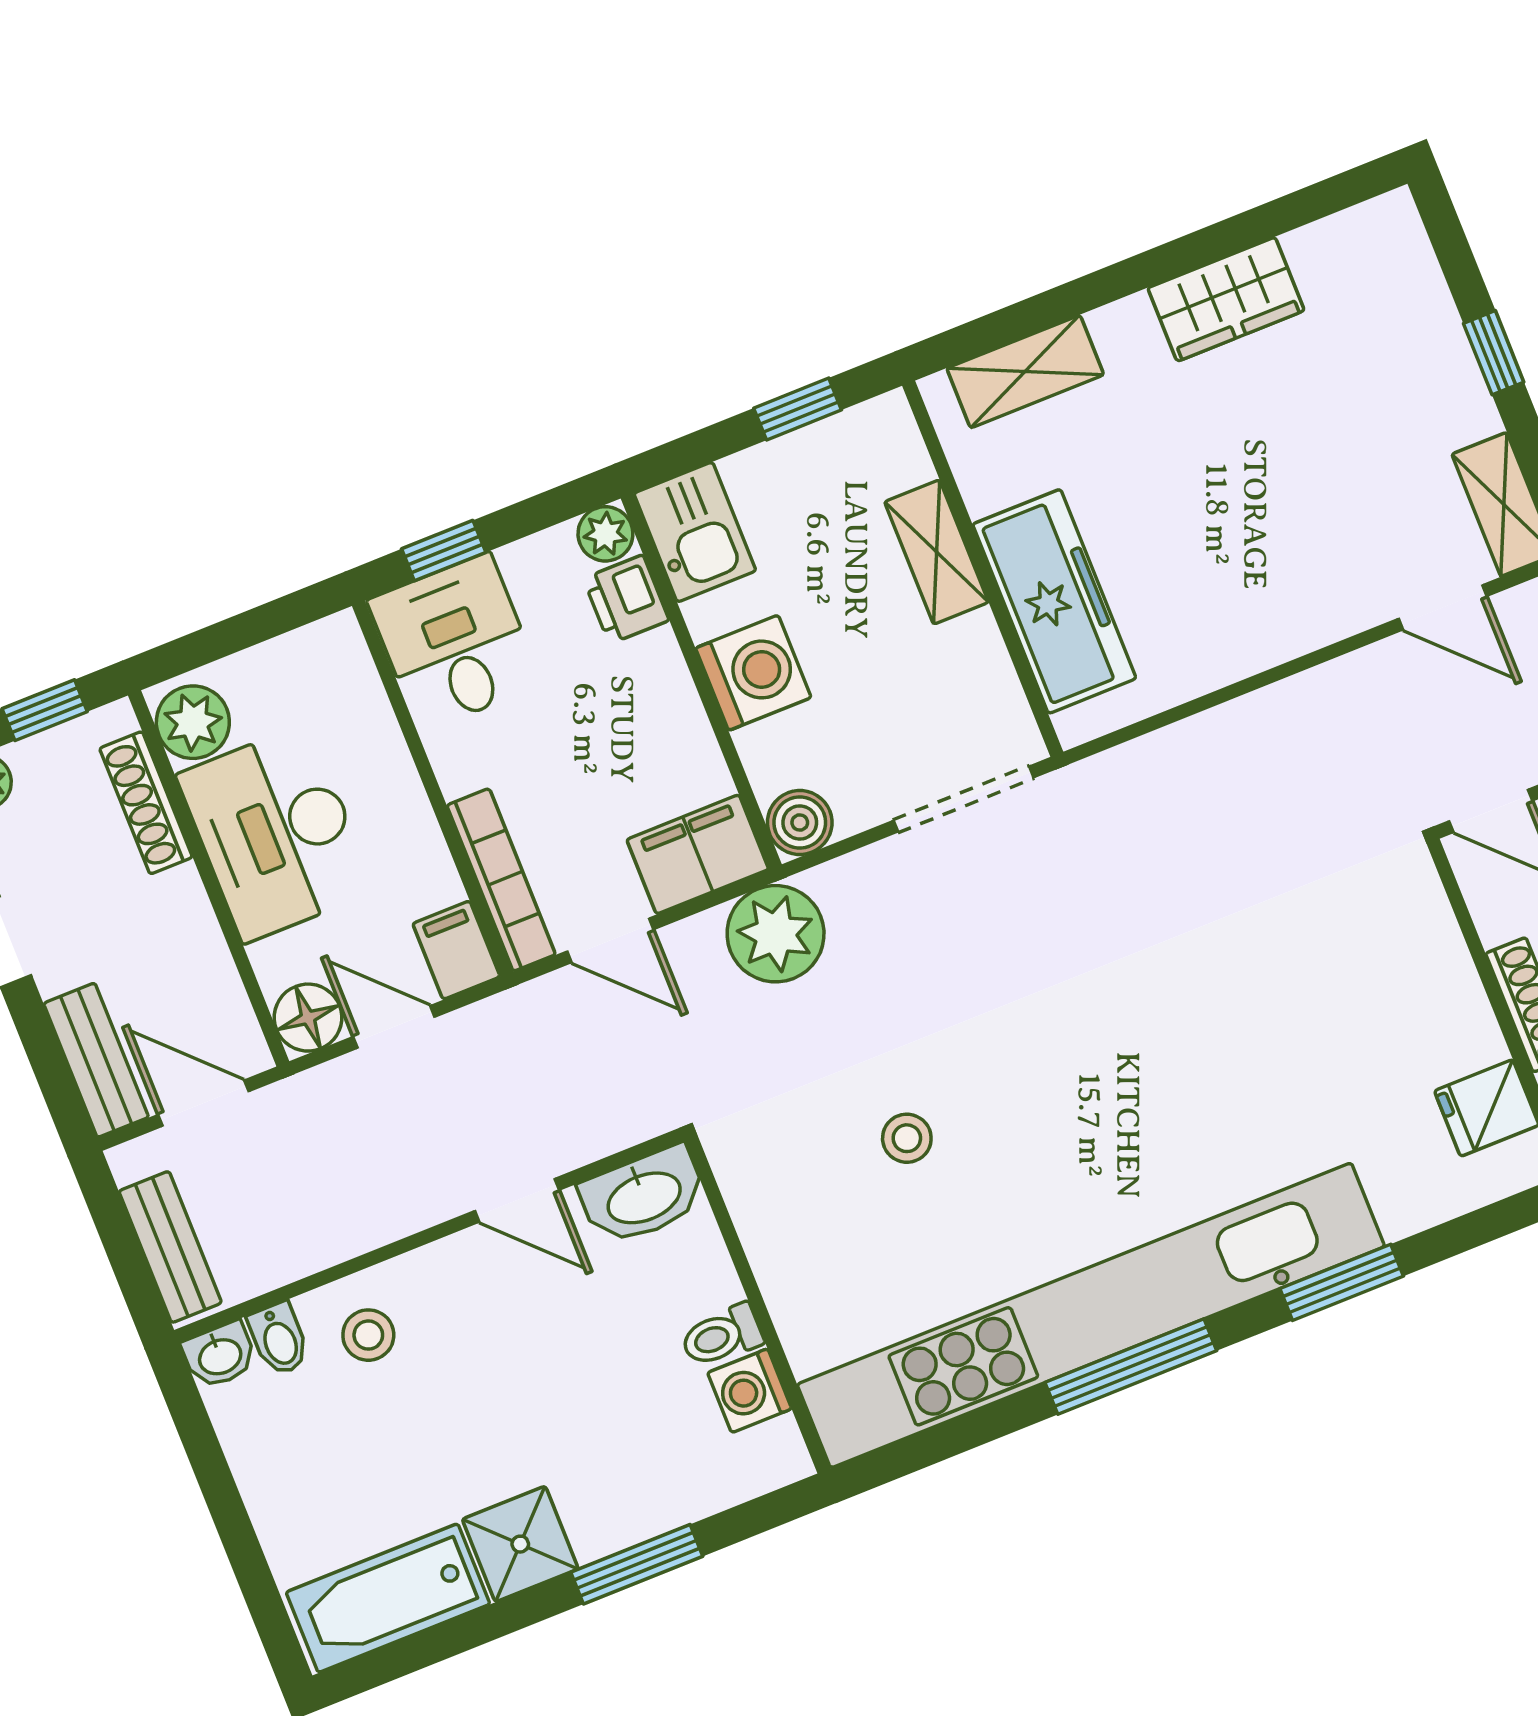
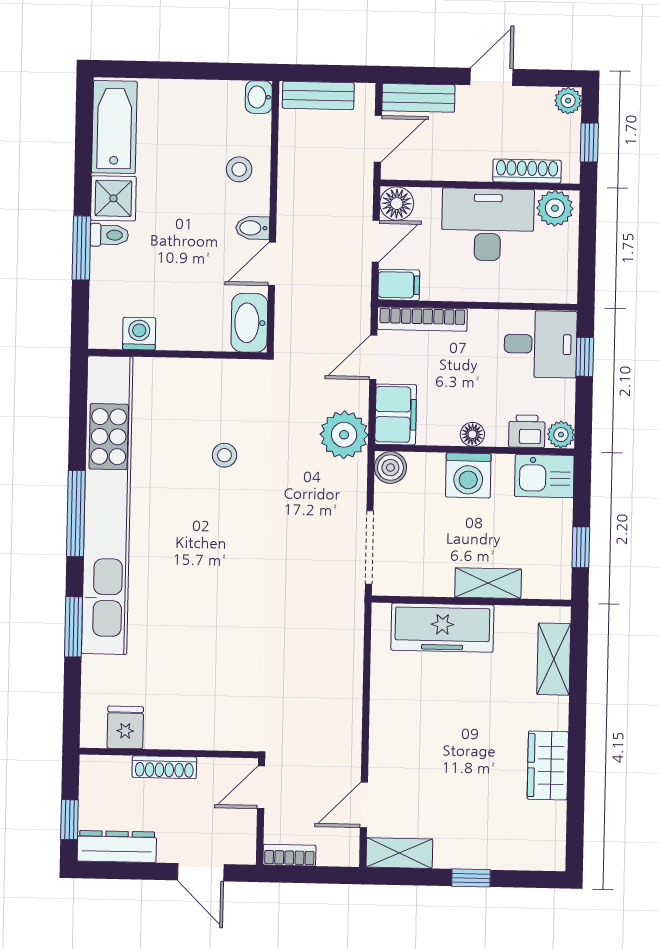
floor lamp: (674, 697) -> (472, 434), added
toilet: (722, 1336) -> (109, 235), moved, turned 90
bidet: (279, 1339) -> (253, 228), moved

